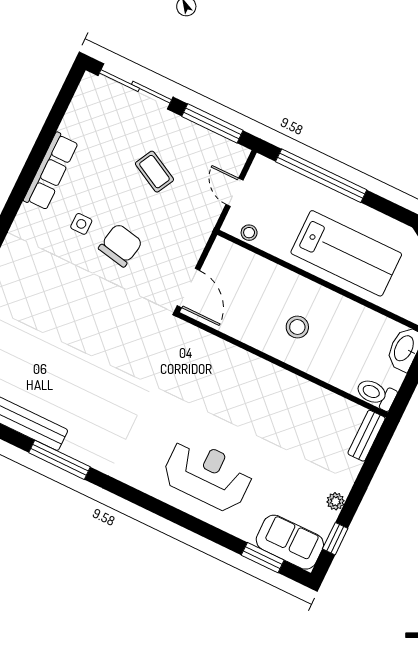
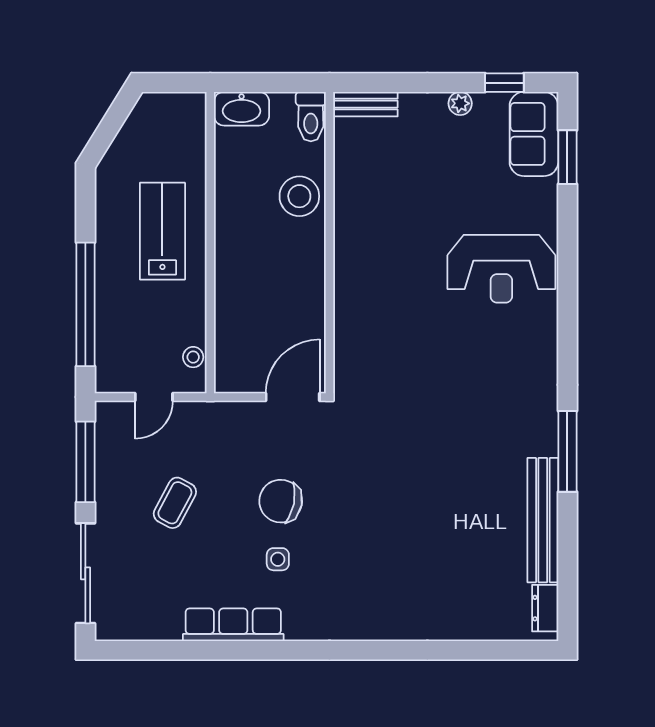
lab bench: (346, 253) -> (162, 231), width x0.73, depth x0.72
stool: (297, 327) -> (299, 196), moved, width x1.38, depth x1.38
reception desk: (208, 475) -> (501, 269), turned -90

